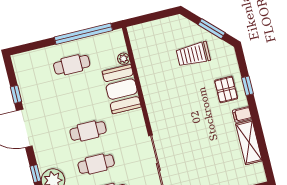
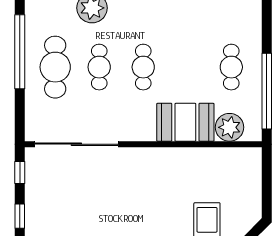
plant: (123, 59) -> (229, 127), width x1.88, depth x1.88

